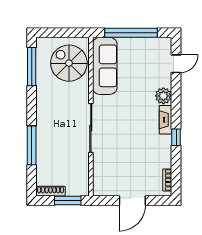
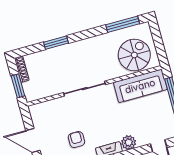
window: (32, 145) -> (56, 43), width x0.69
armchair: (144, 152) -> (76, 140), added

